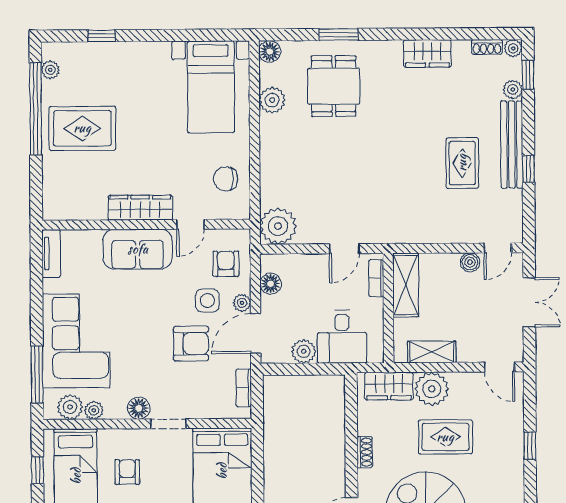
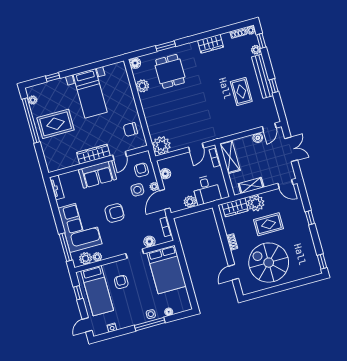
bed with nightstands: (211, 87) -> (90, 93), moved
armchair: (191, 344) -> (114, 213), moved
floor lamp: (139, 408) -> (149, 242), moved

